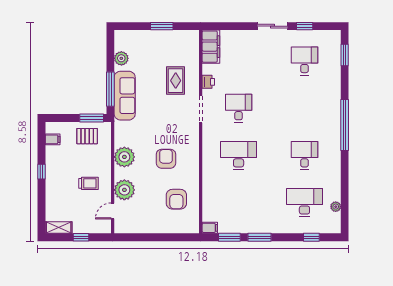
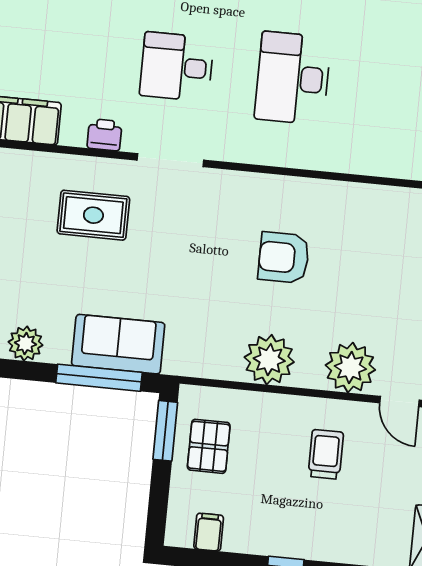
sofa: (125, 96) -> (118, 344), width x0.73
armchair: (176, 199) -> (386, 242), removed

